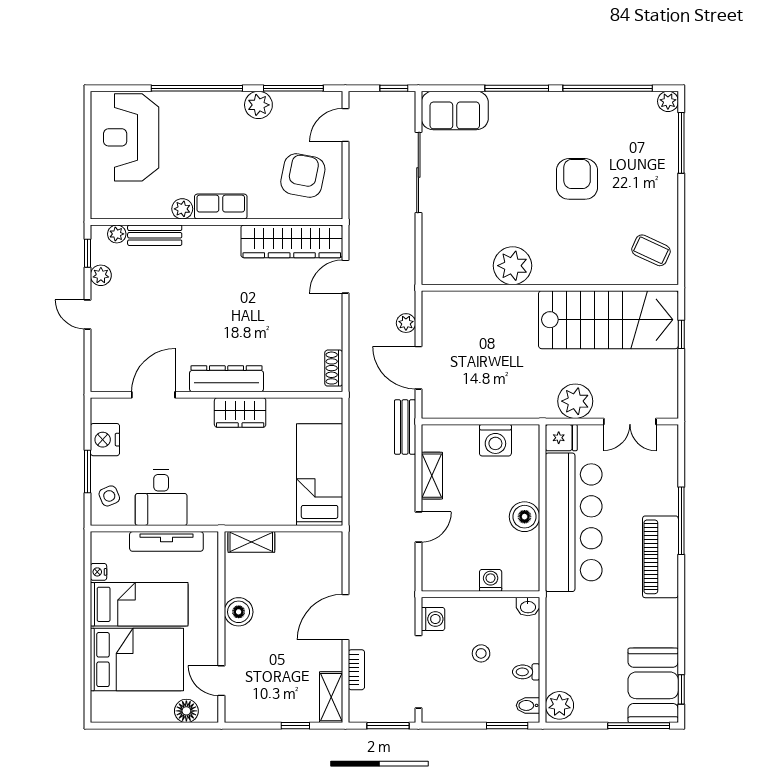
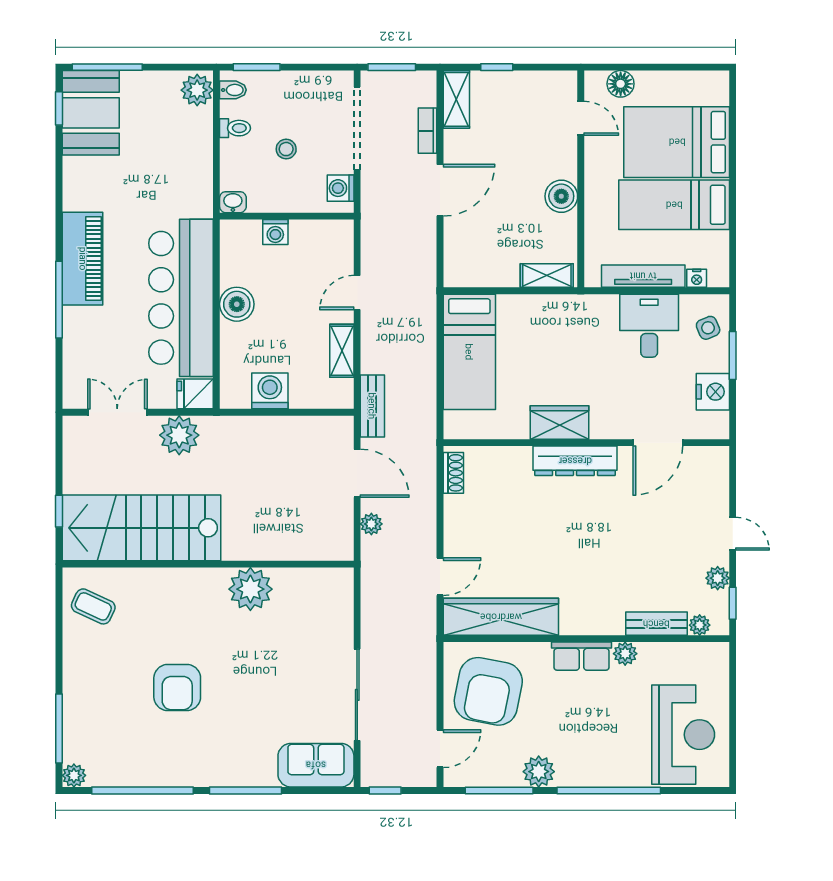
armchair: (303, 176) -> (488, 691), width x1.36, depth x1.36
nightstand: (99, 572) -> (697, 278), moved, turned 90

